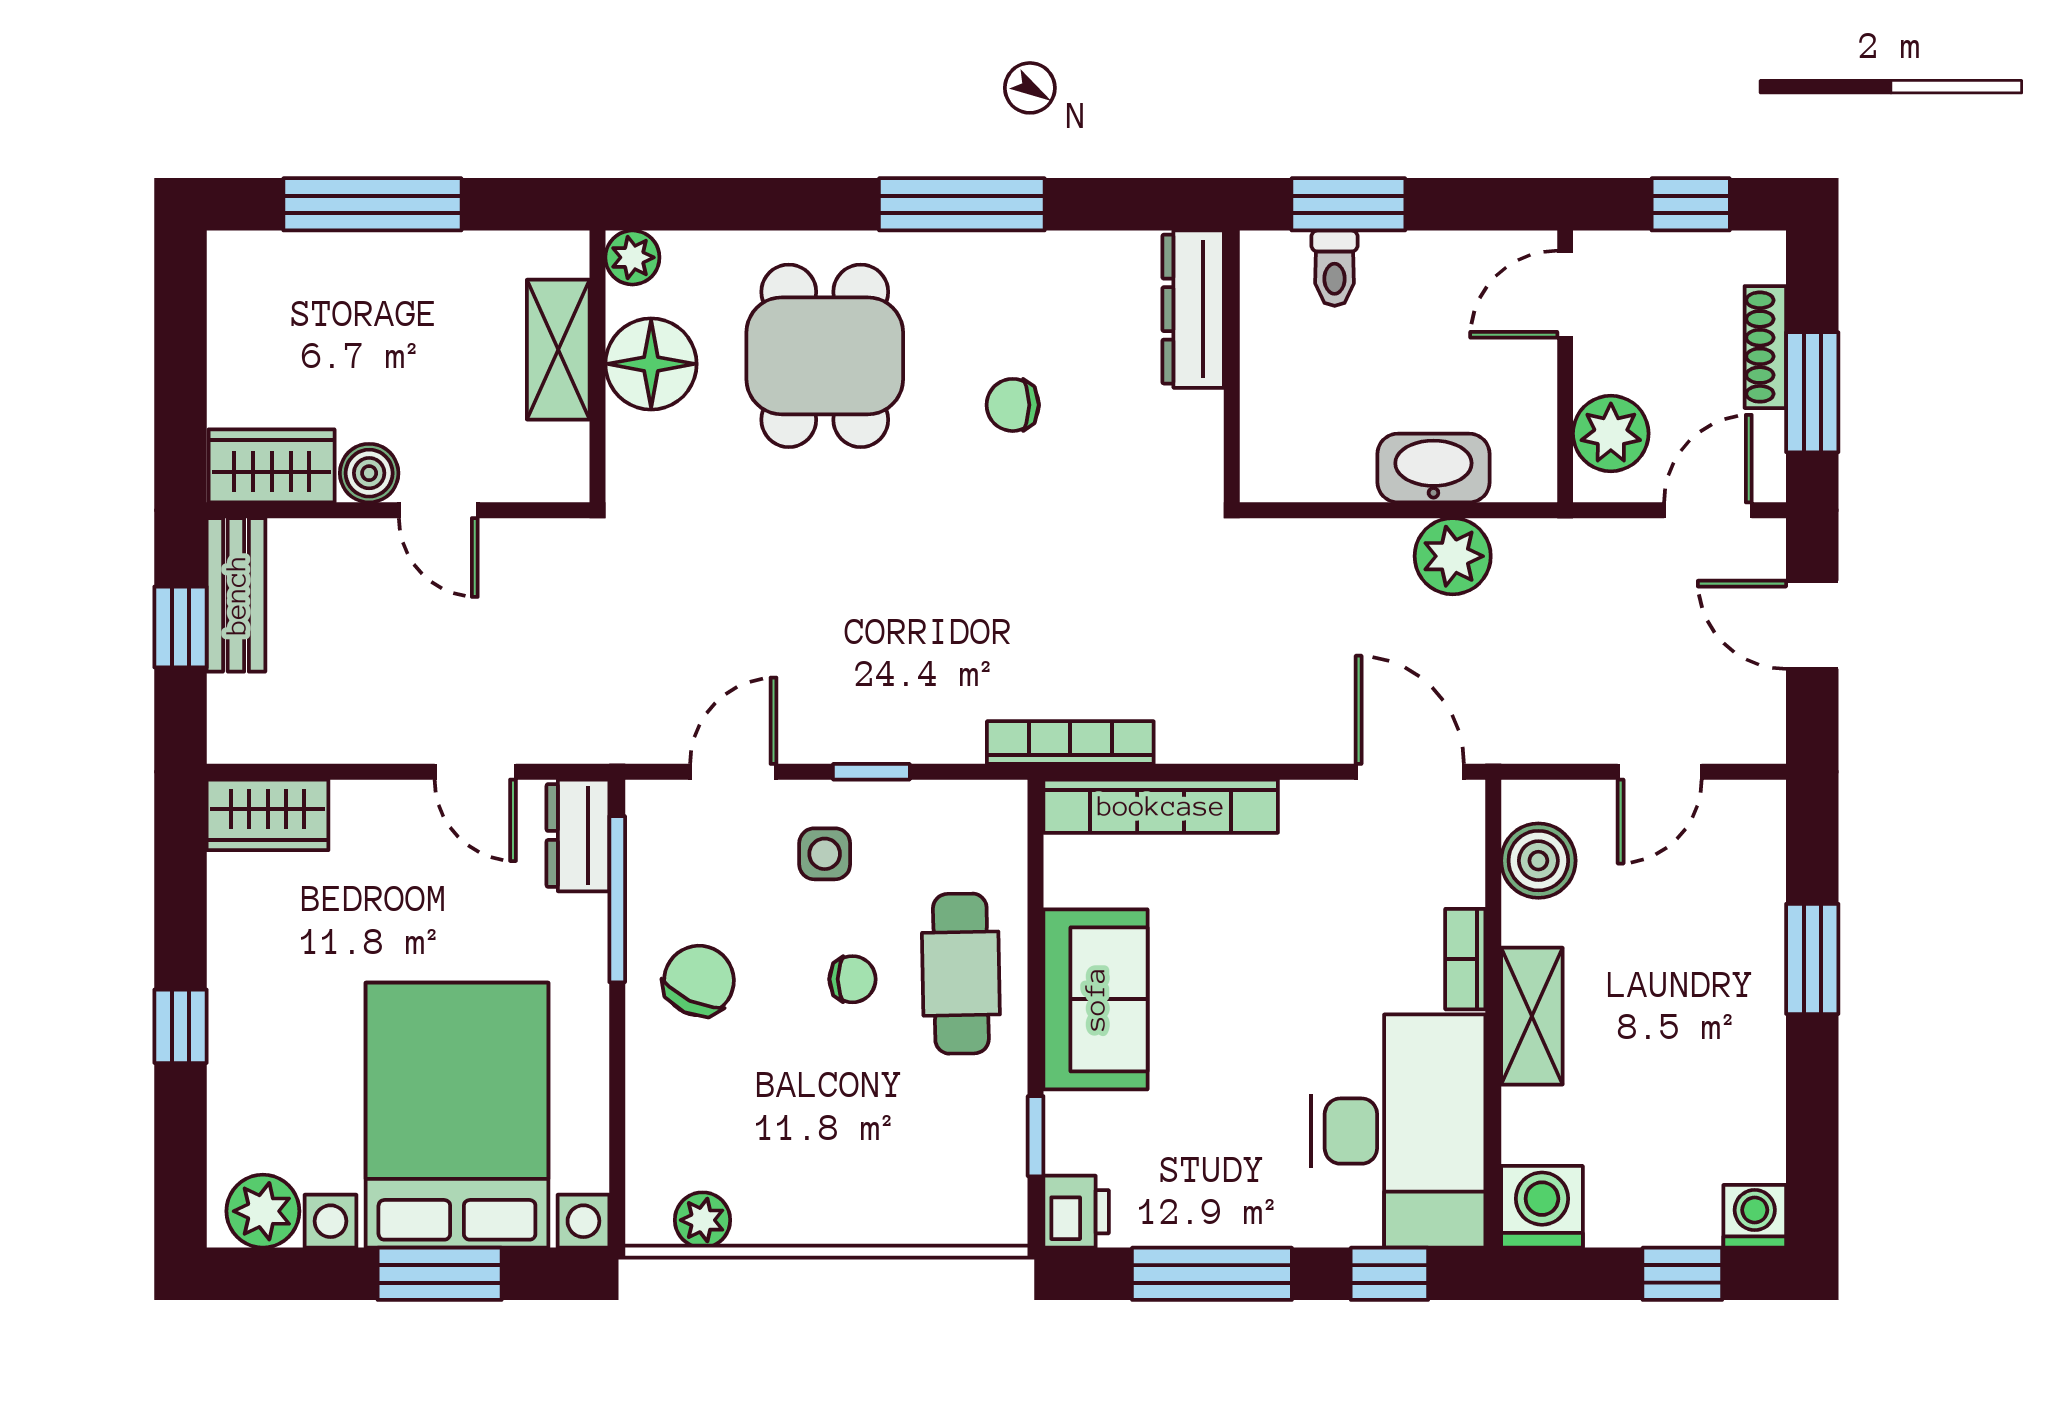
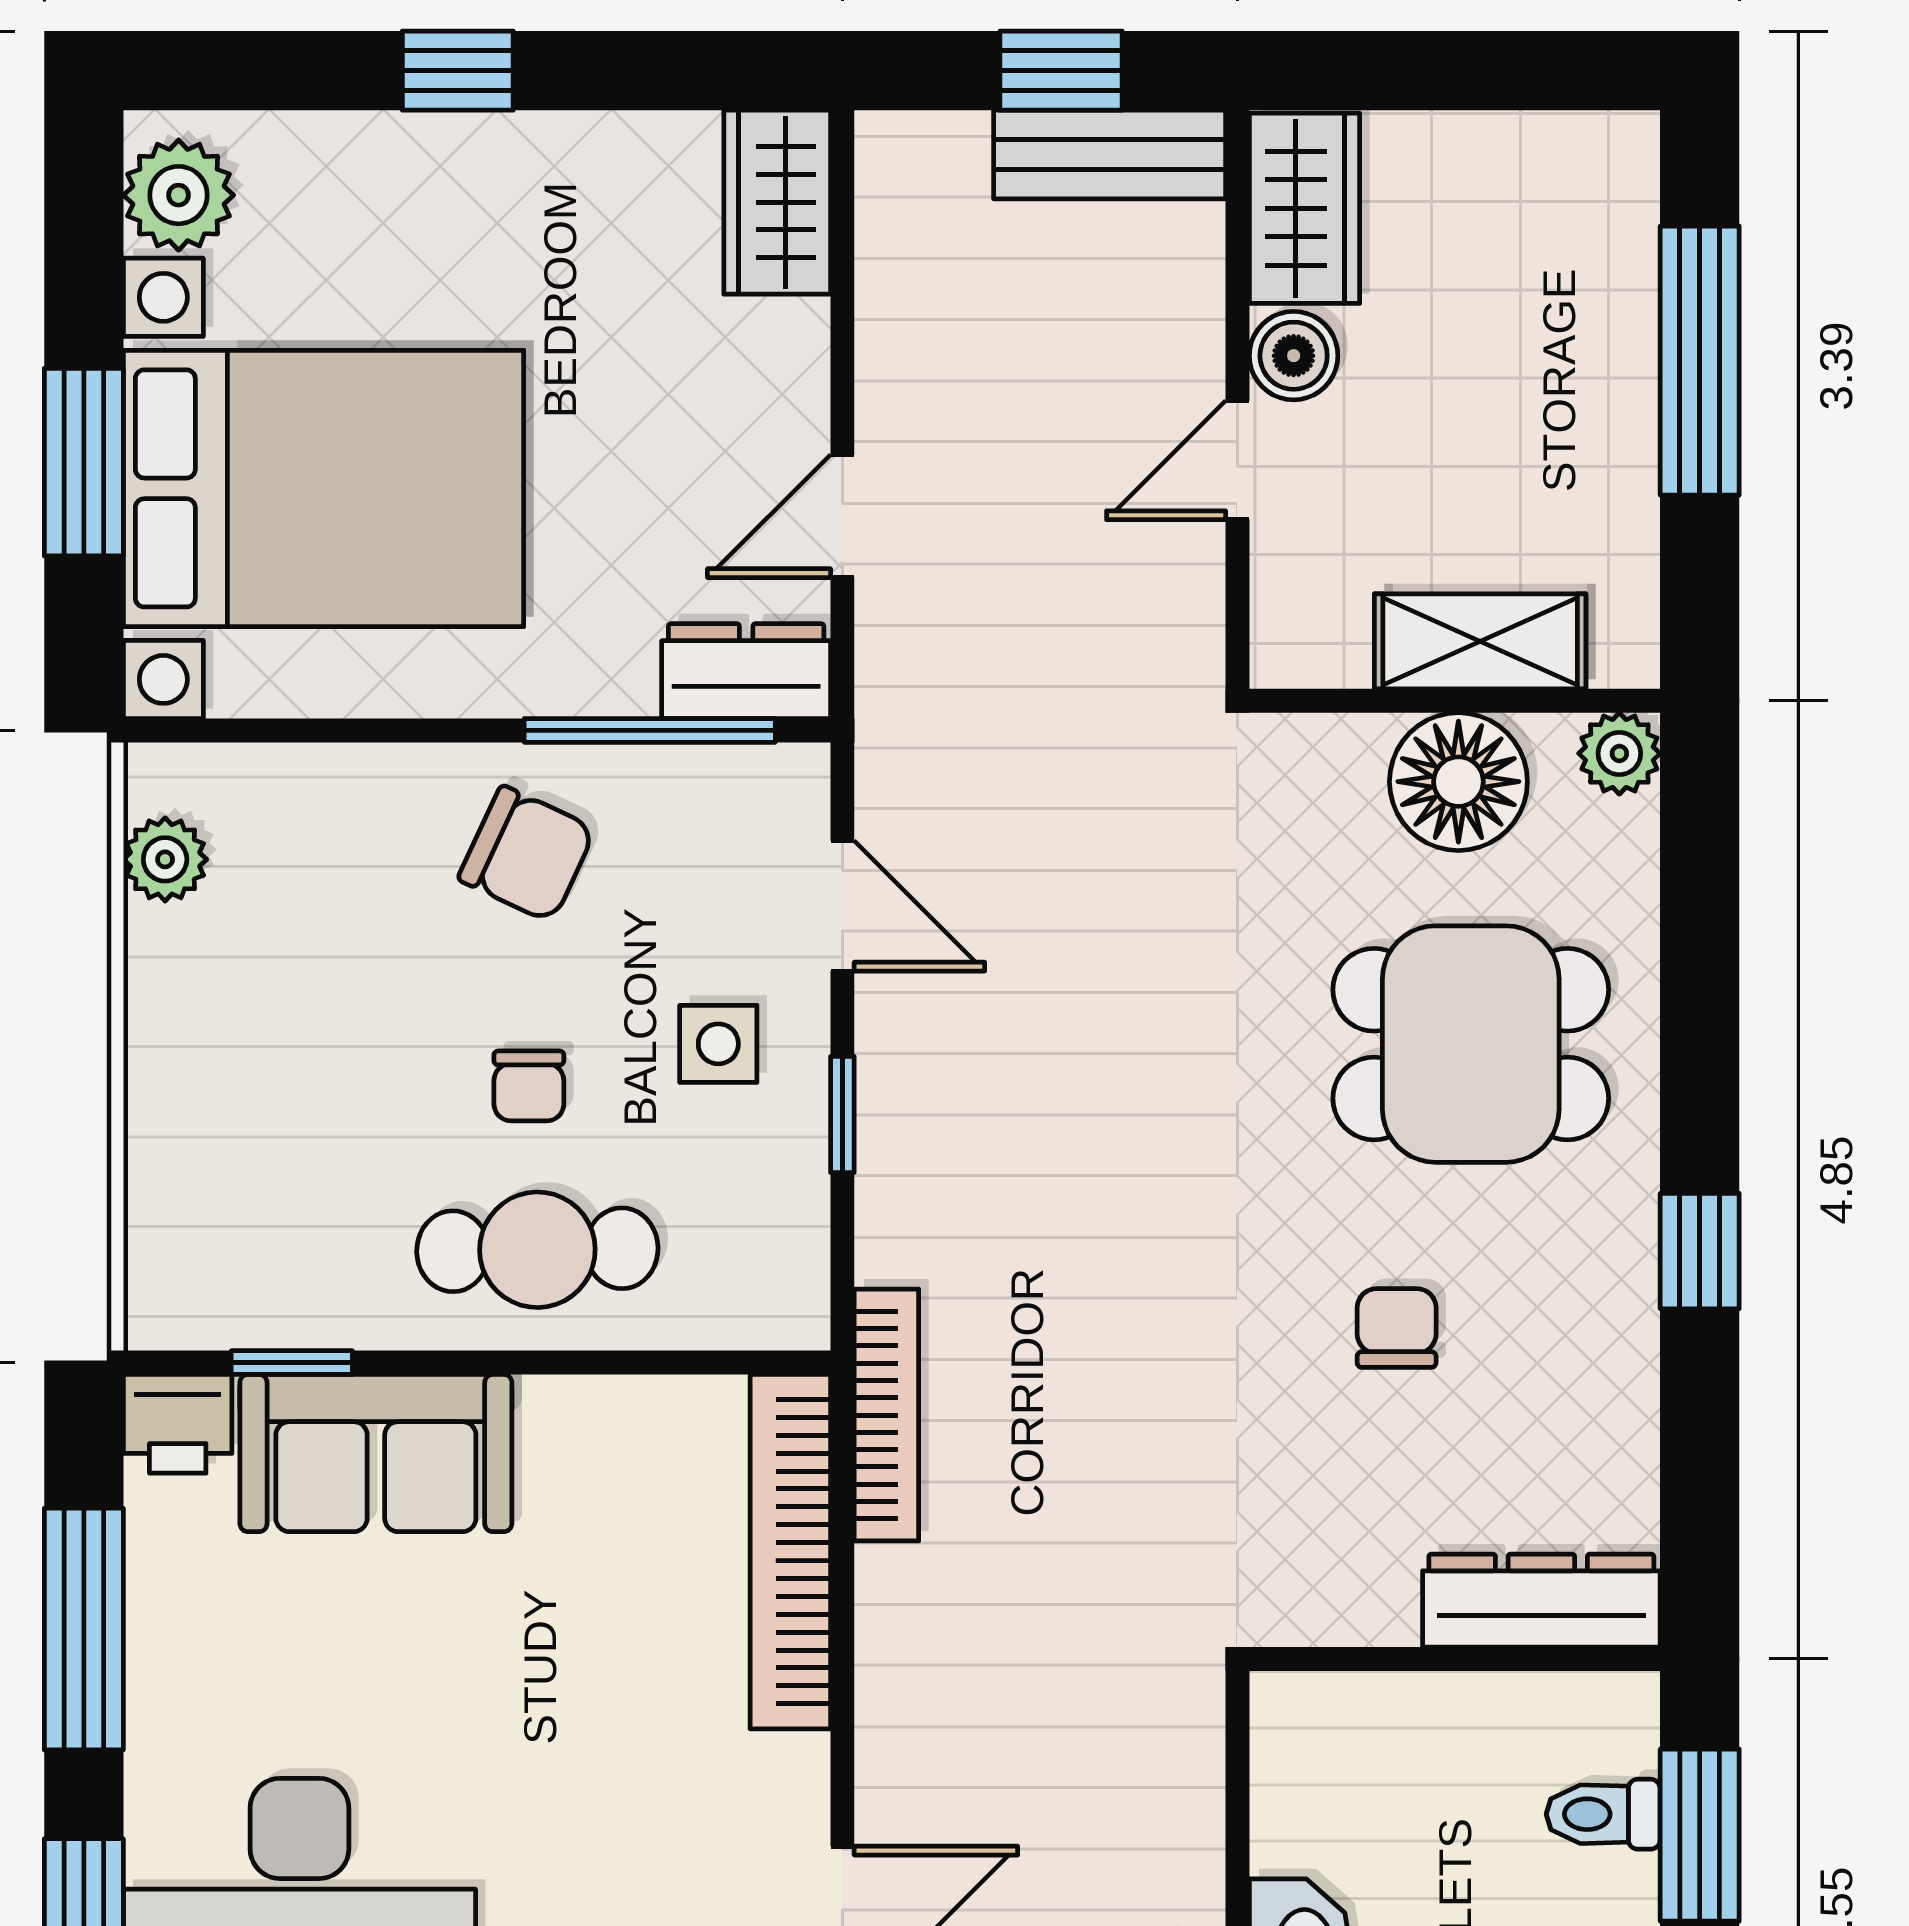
window: (962, 204) -> (1700, 1251), width x0.46
sofa: (1095, 999) -> (376, 1453), moved

